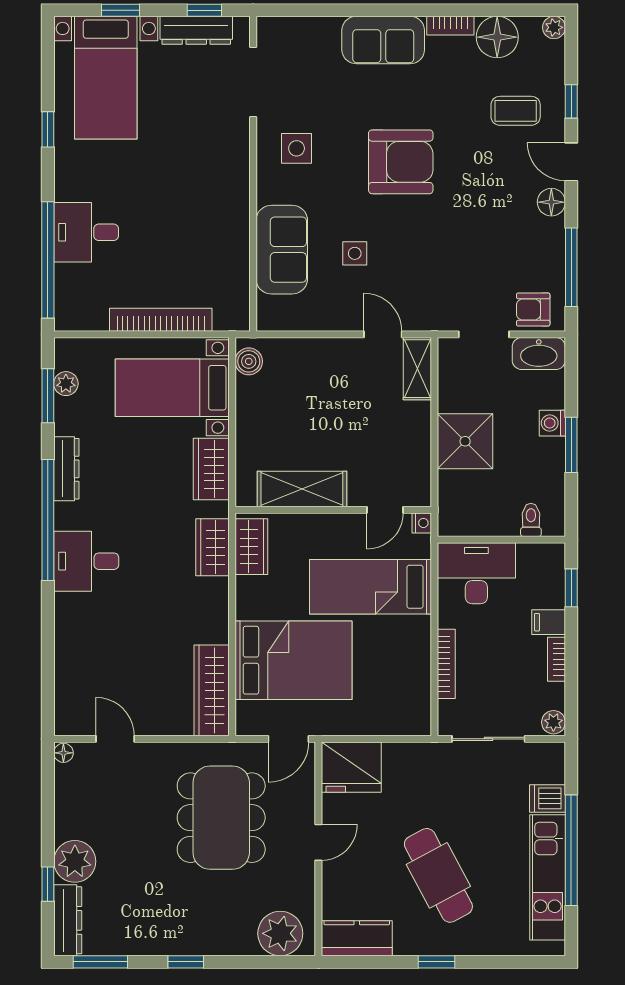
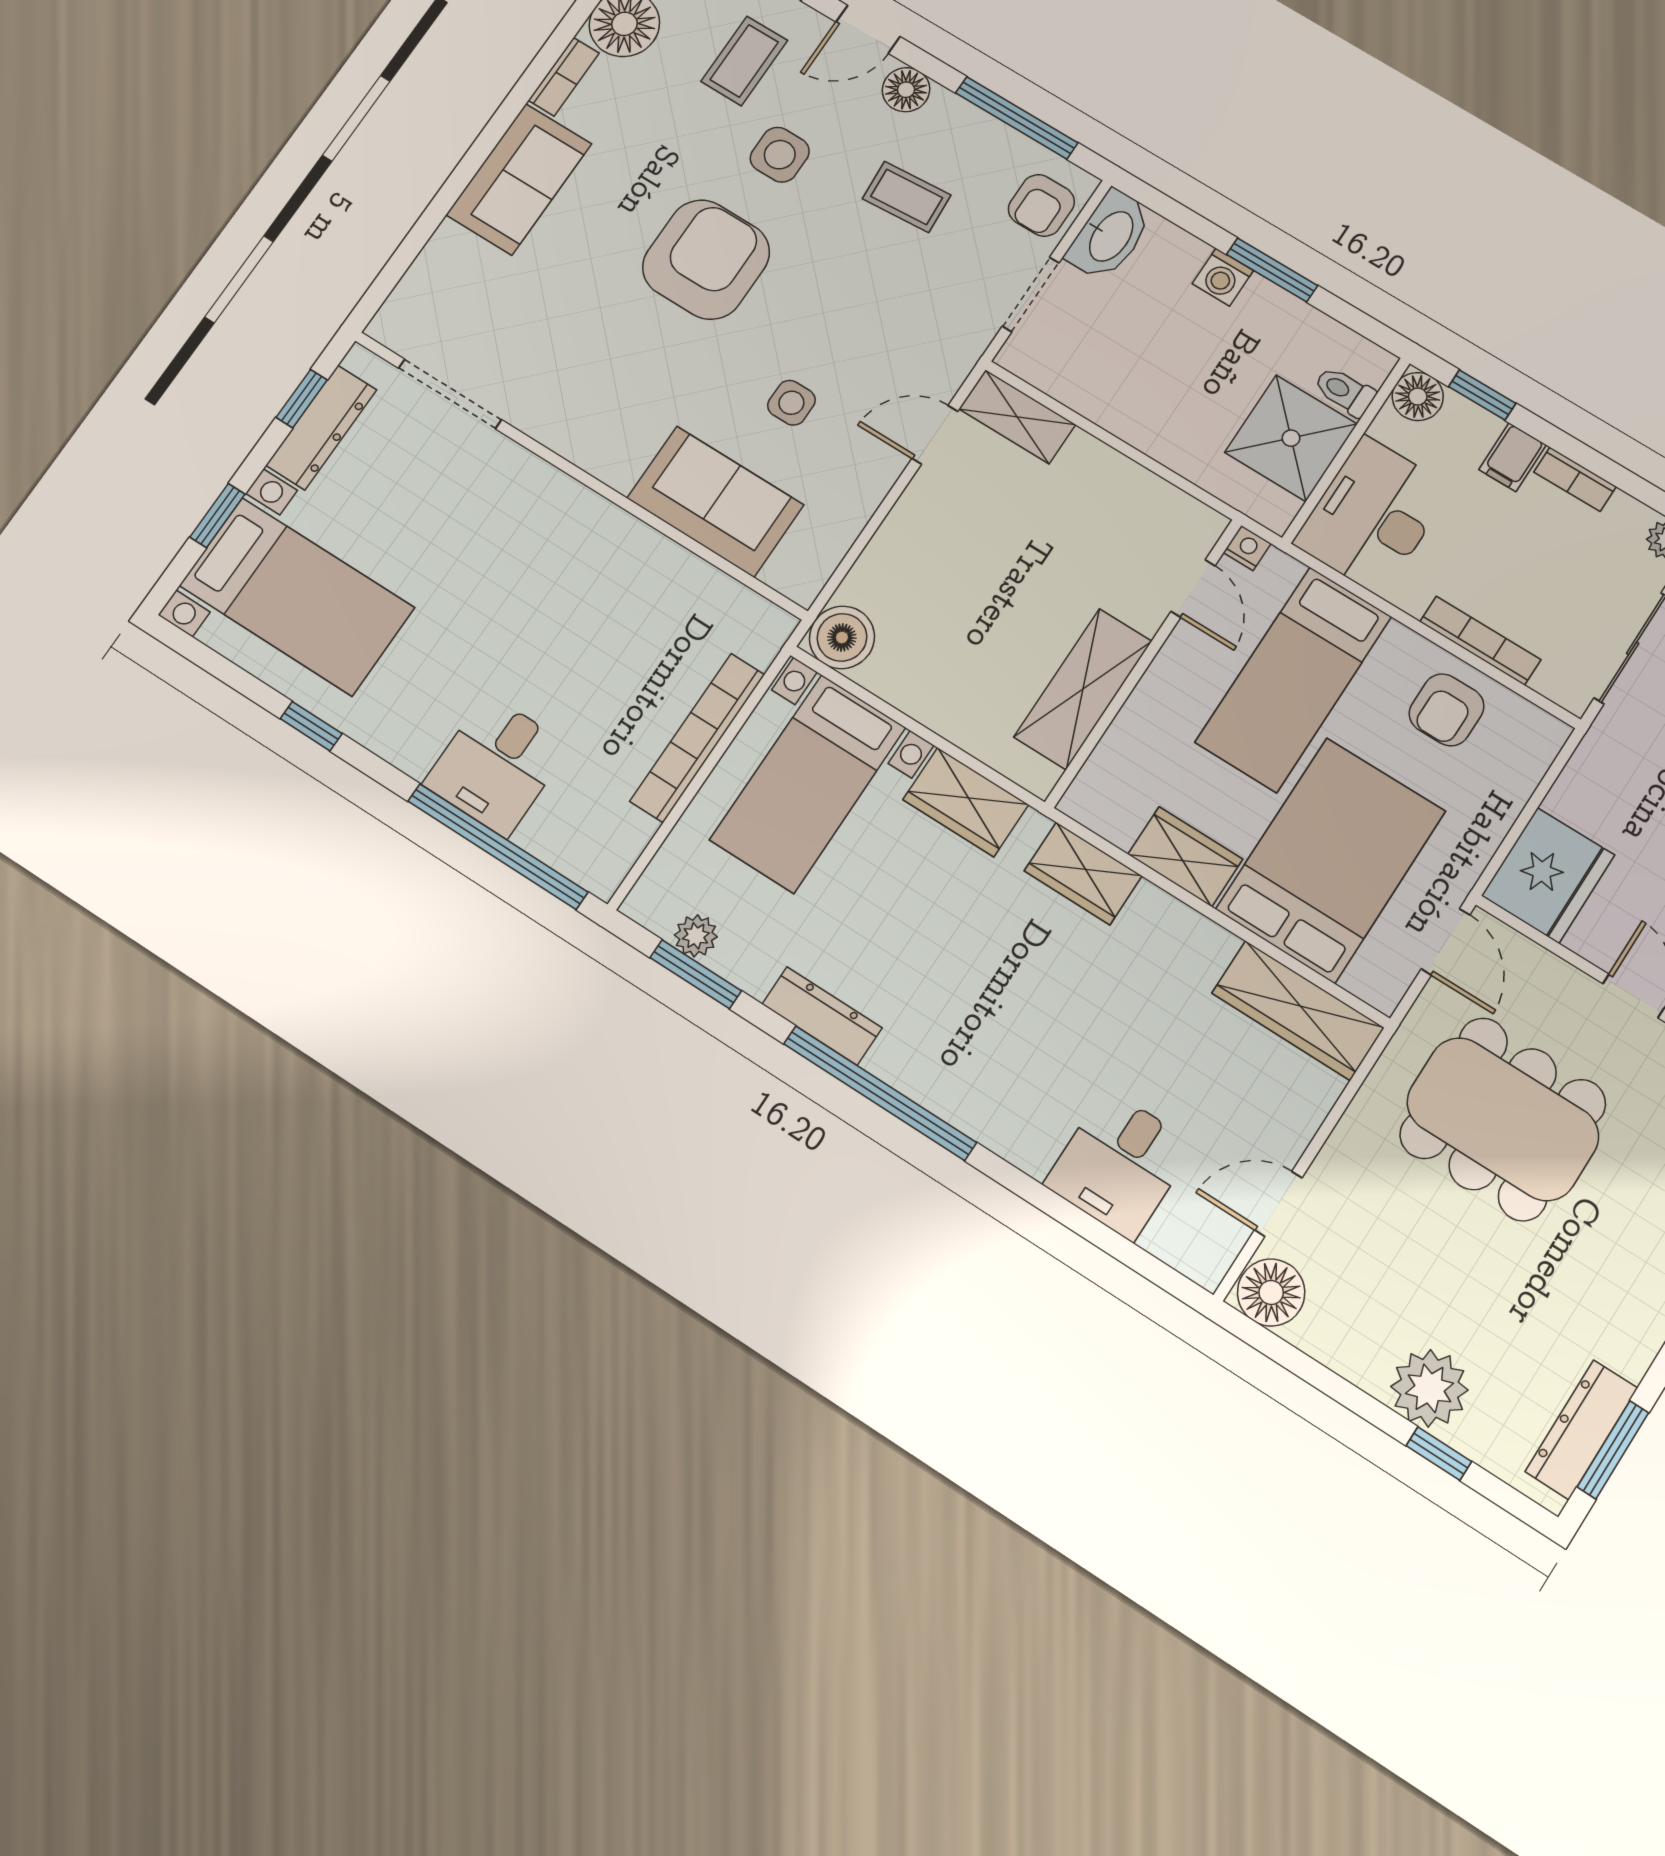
side table: (297, 148) -> (780, 155), moved
coffee table: (496, 240) -> (907, 197), added
boiler: (249, 361) -> (842, 637), width x1.36, depth x1.36
shower: (465, 441) -> (1291, 438), moved
wardrobe: (251, 547) -> (1185, 857), moved
floor lamp: (551, 557) -> (1418, 397), added
desk: (86, 561) -> (1120, 1164), moved
armchair: (402, 669) -> (1447, 710), added
floor lamp: (63, 753) -> (1271, 1293), width x1.89, depth x1.89
dresser: (68, 920) -> (1581, 1430), moved, turned -90

